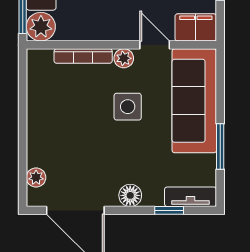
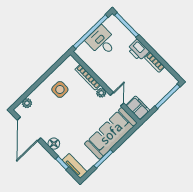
plant: (41, 27) -> (83, 51), removed
side table: (128, 107) -> (60, 89), moved

